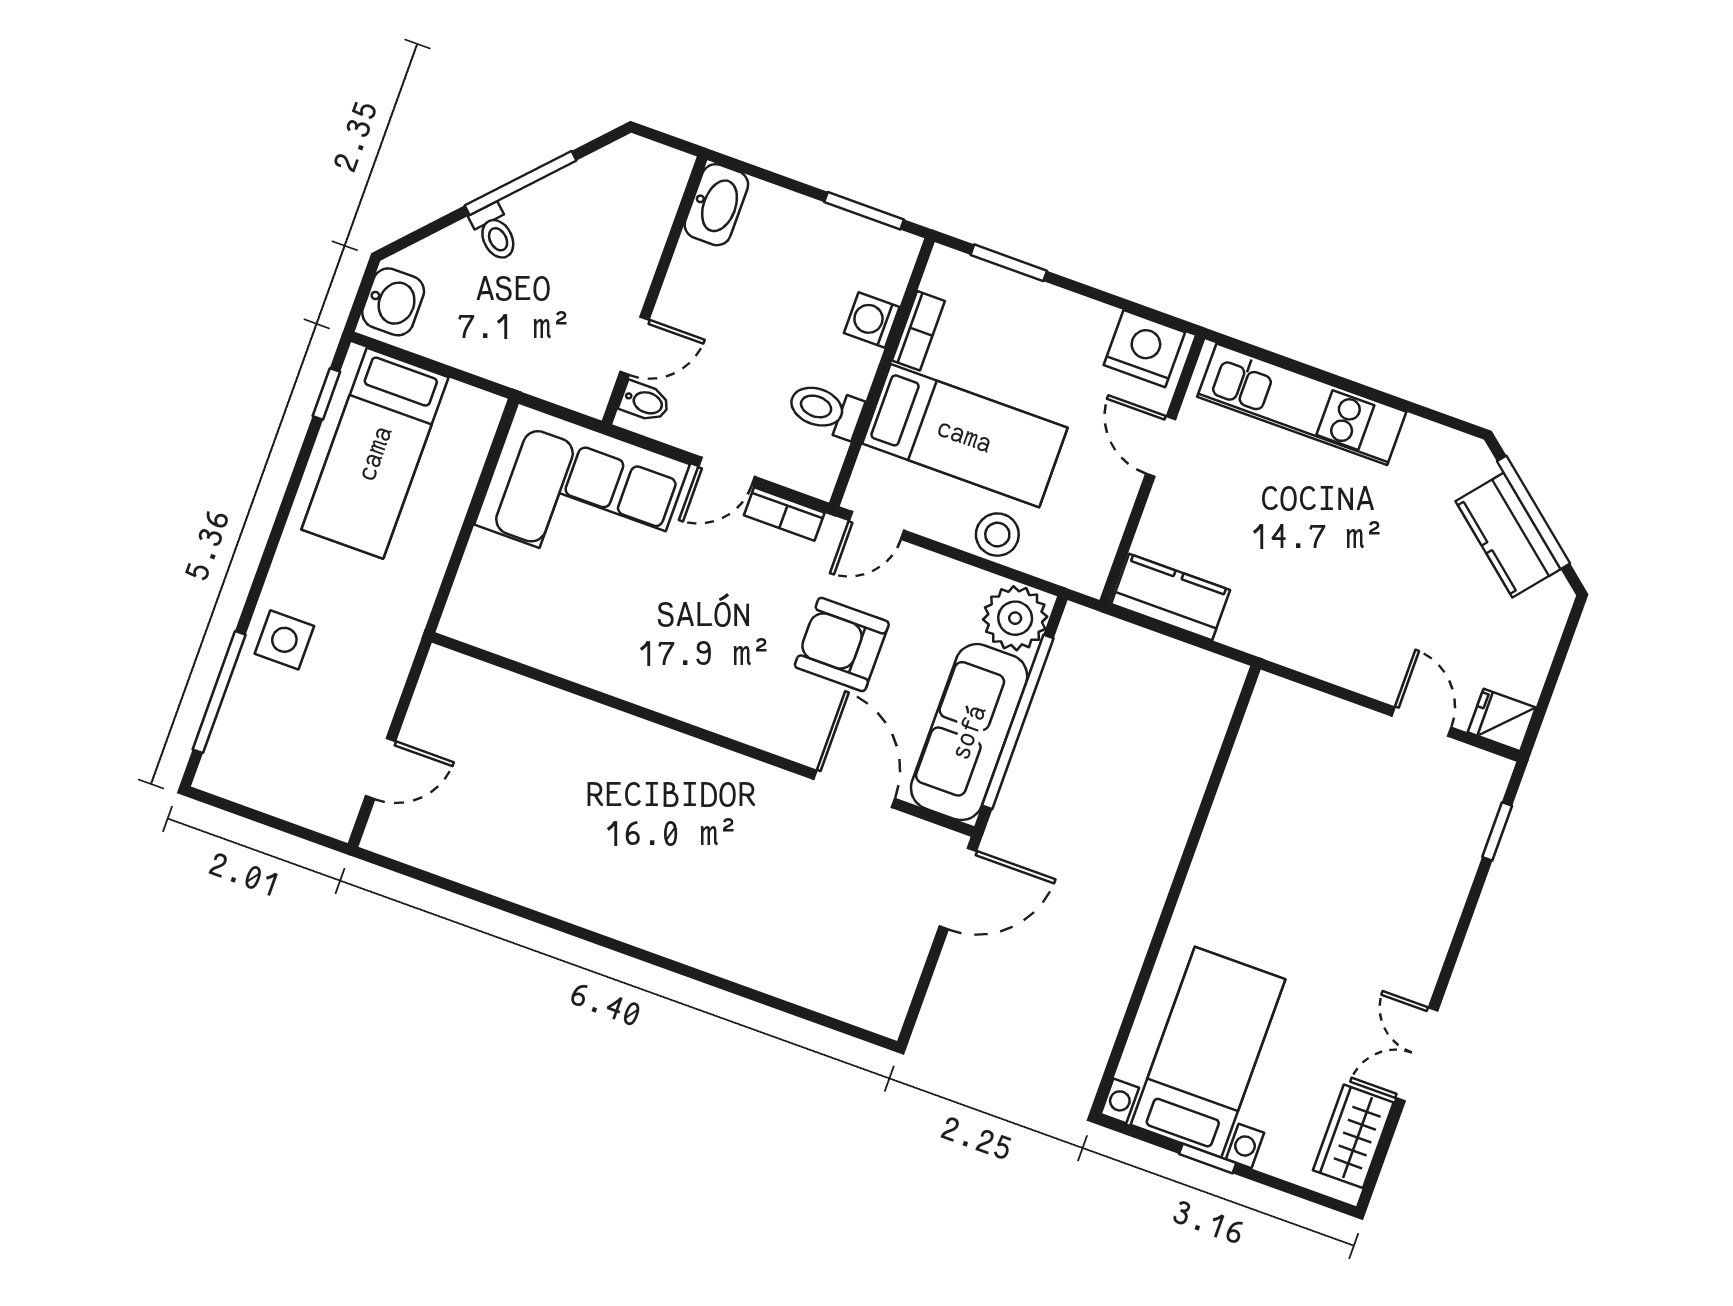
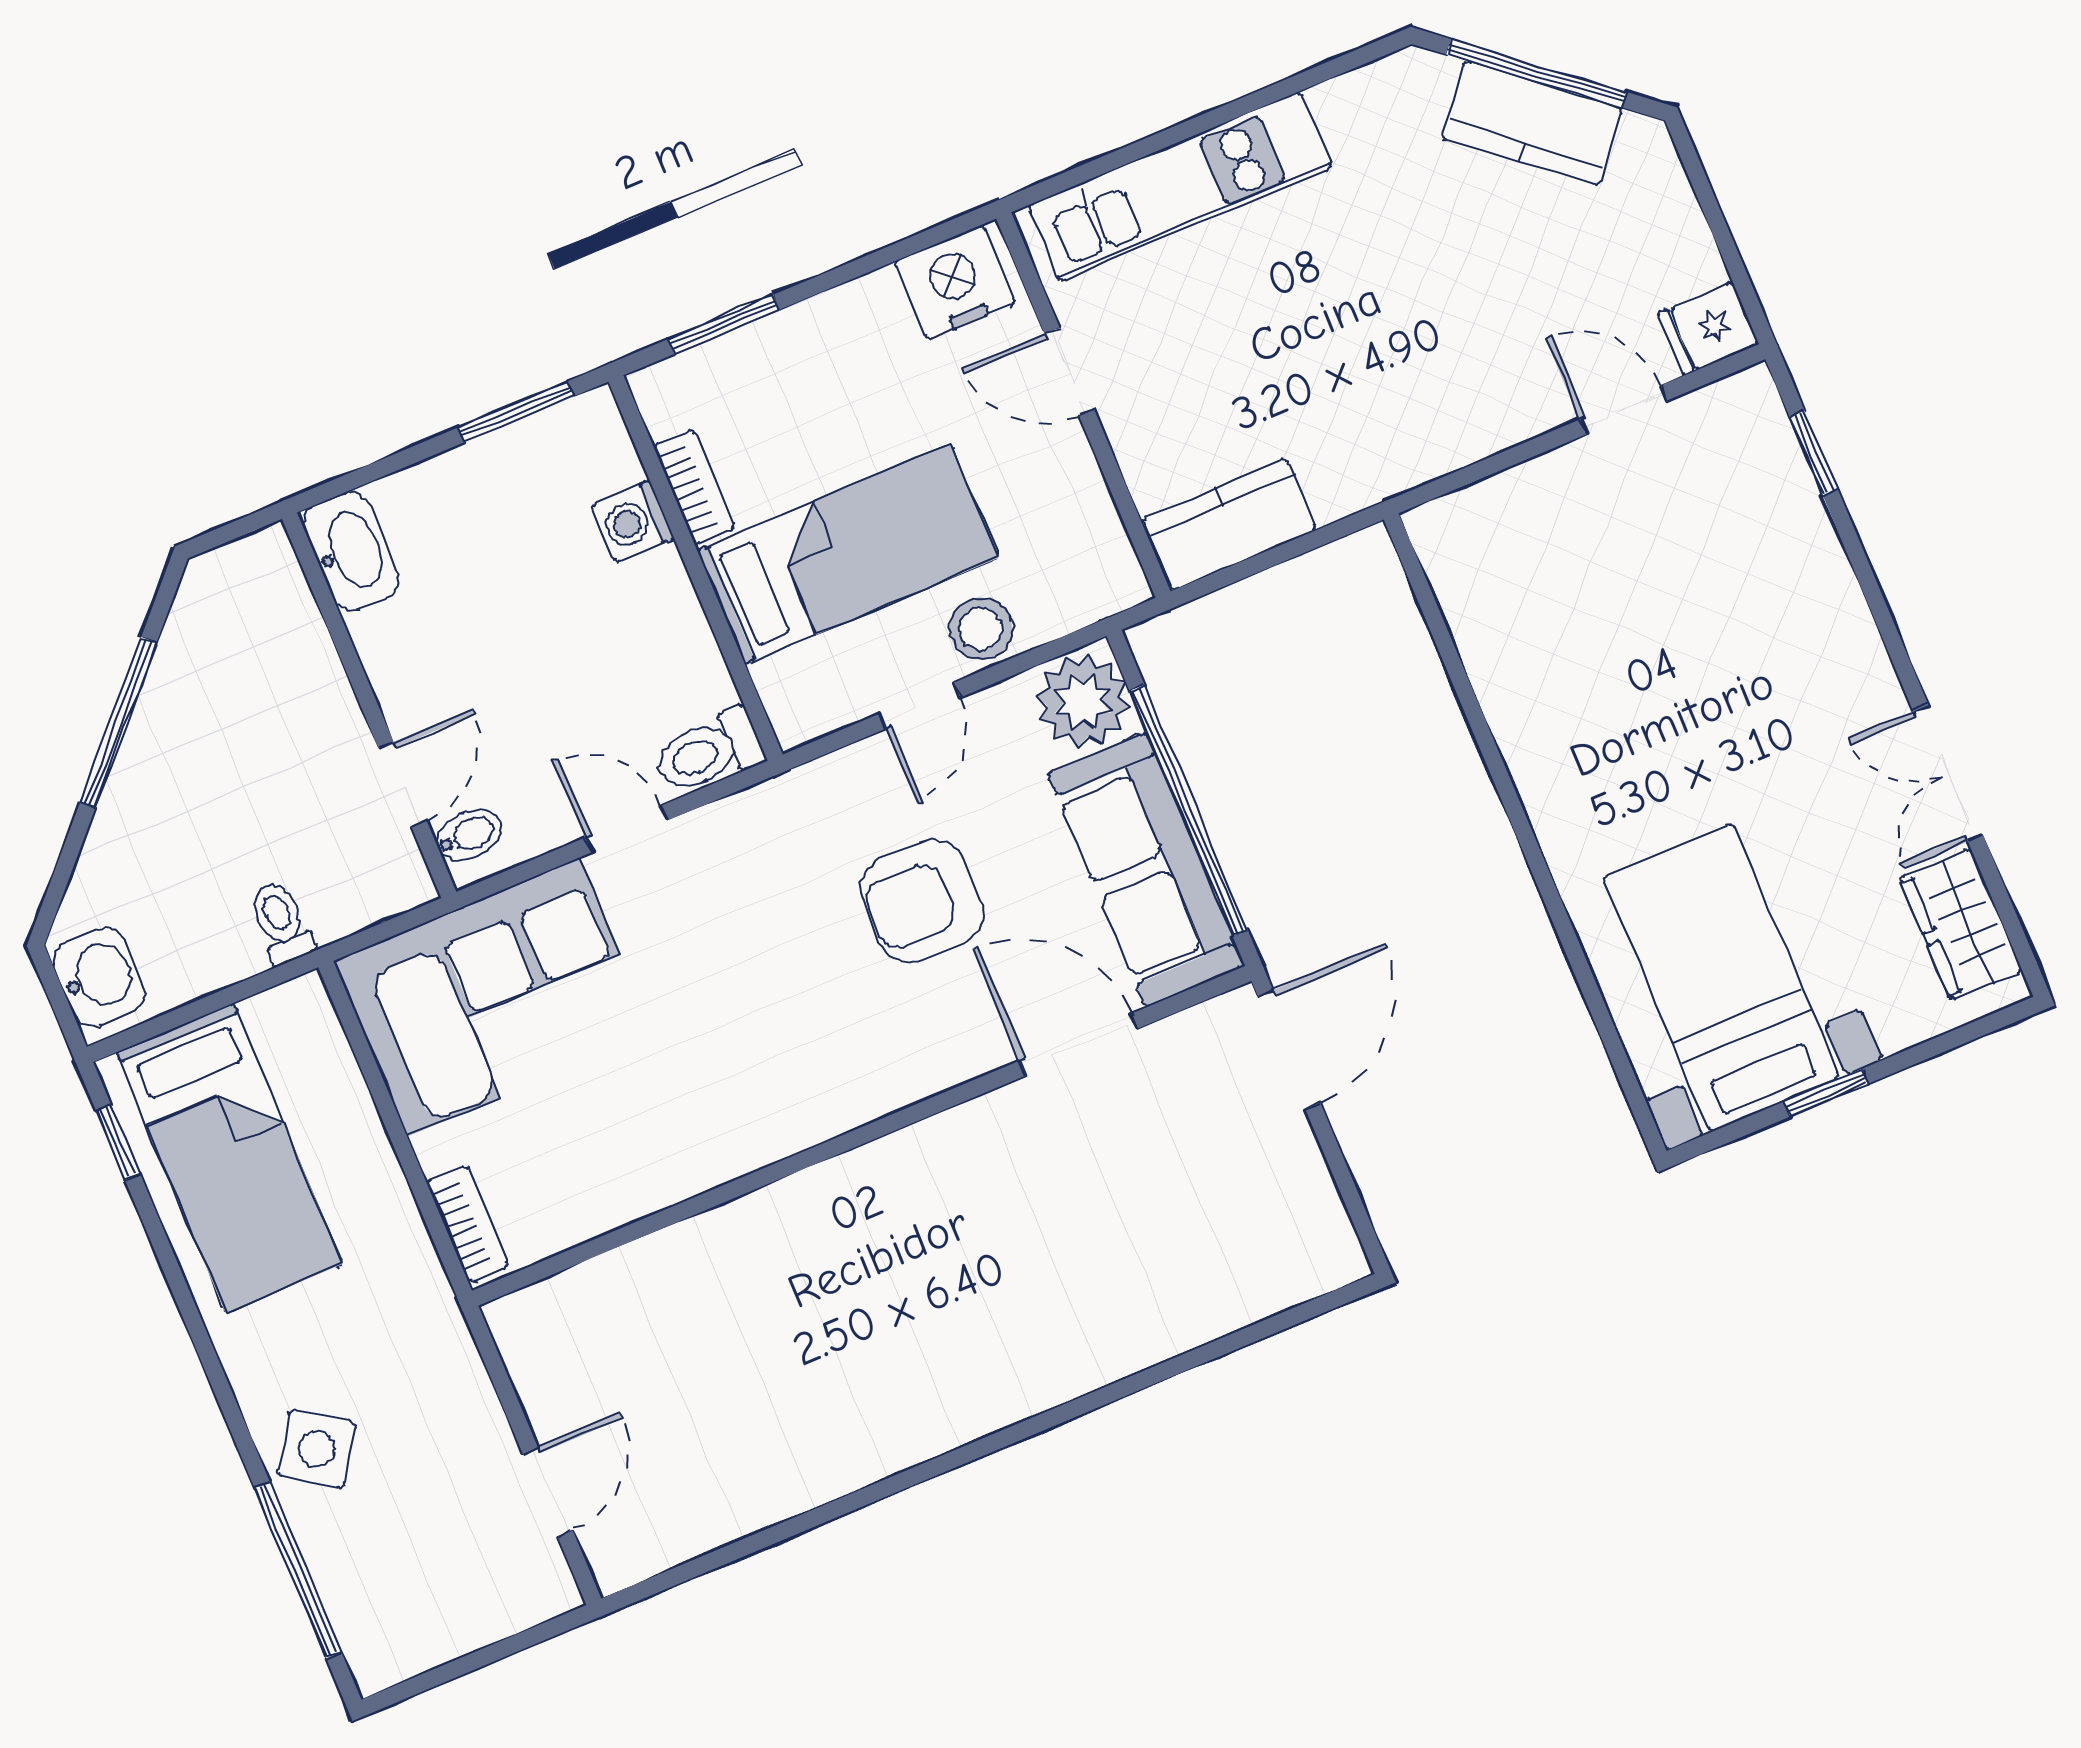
toilet: (495, 233) -> (281, 923), moved, turned -133
toilet: (825, 410) -> (708, 752), moved
door: (727, 471) -> (626, 829), swing flipped
bookcase: (784, 514) -> (468, 1224), moved, turned -90
door: (877, 525) -> (920, 706), moved
side table: (284, 640) -> (317, 1449), turned 34

